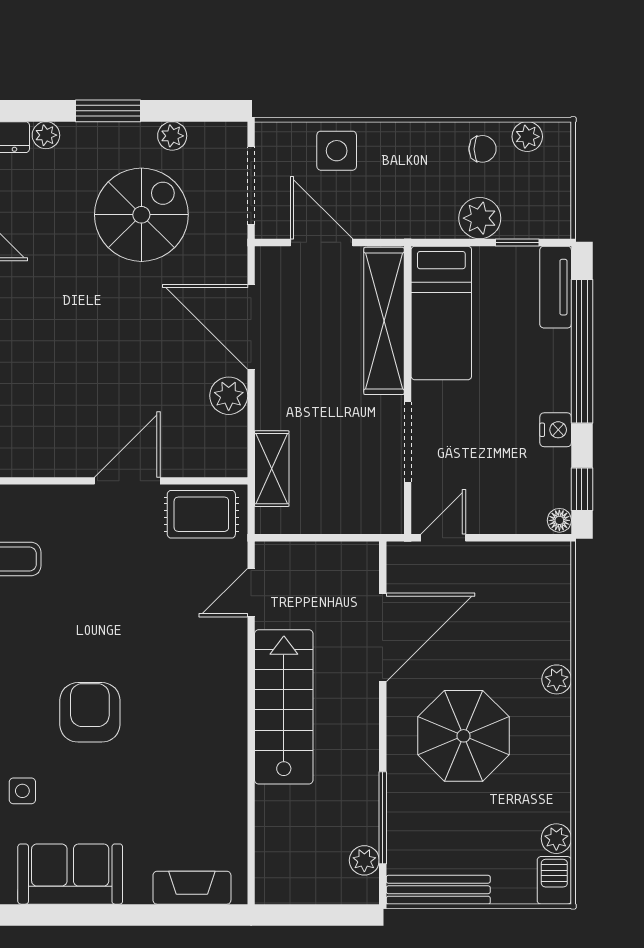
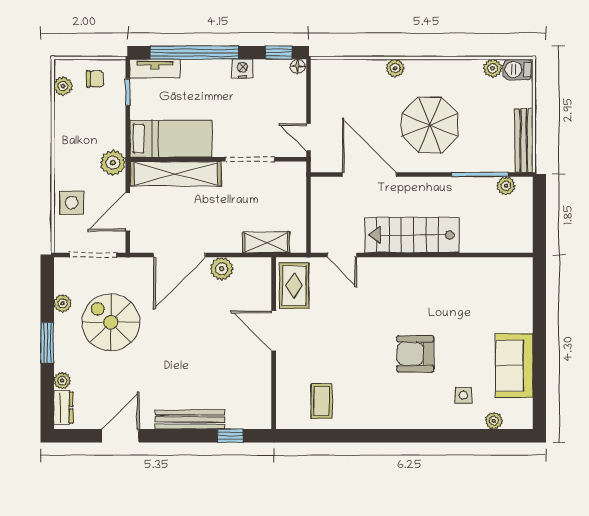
chair: (482, 149) -> (95, 79), moved, turned 90
plant: (480, 218) -> (113, 163), moved
fireplace: (192, 888) -> (523, 291), removed

